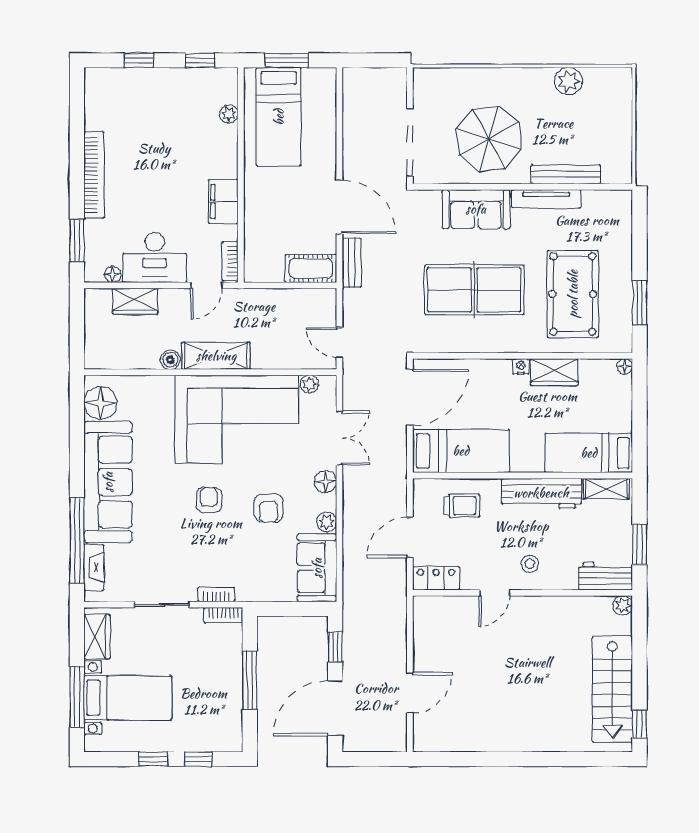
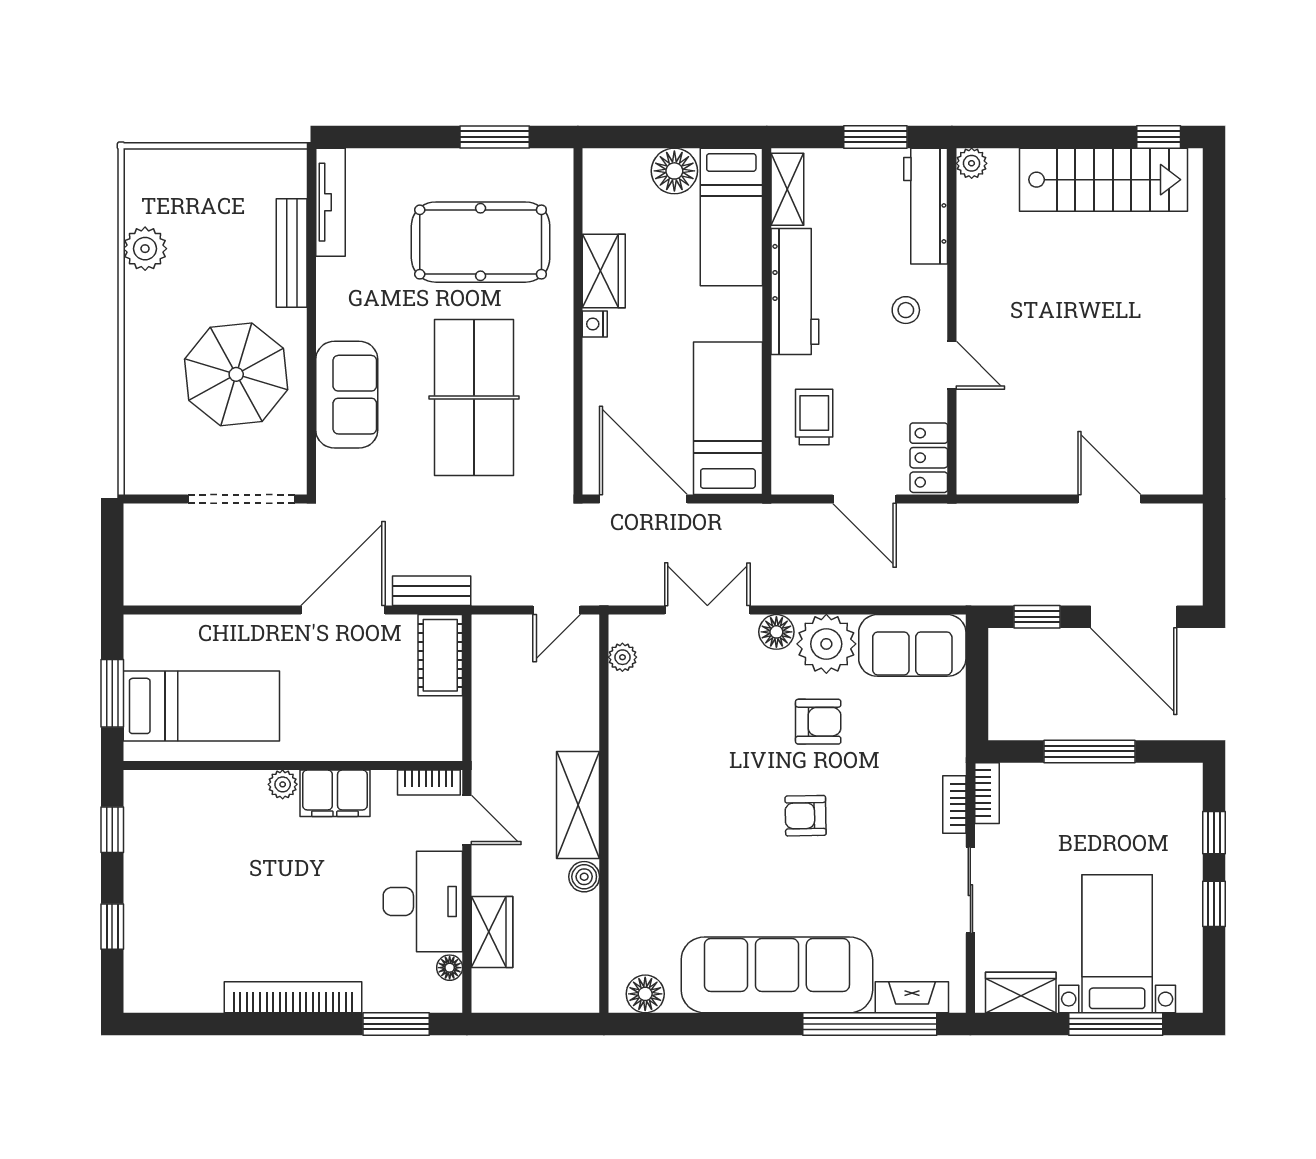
plant: (229, 114) -> (283, 784), moved
tv unit: (546, 199) -> (331, 202), moved
floor lamp: (625, 366) -> (674, 171), moved, width x1.89, depth x1.89
floor lamp: (100, 403) -> (645, 994), width x0.73, depth x0.73
corner sofa: (237, 419) -> (678, 772), removed
plant: (327, 522) -> (826, 644), width x1.88, depth x1.88
workbench: (606, 576) -> (926, 206), width x1.38

